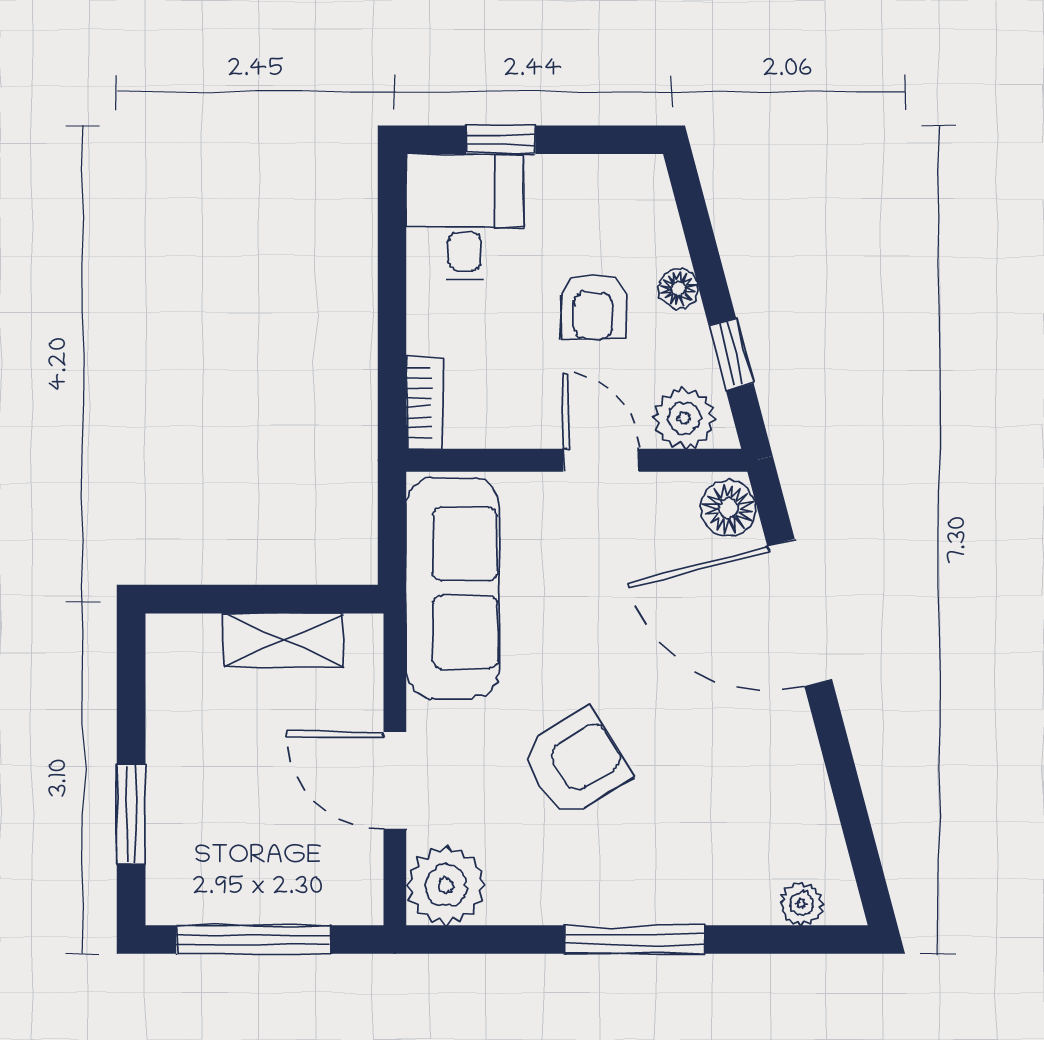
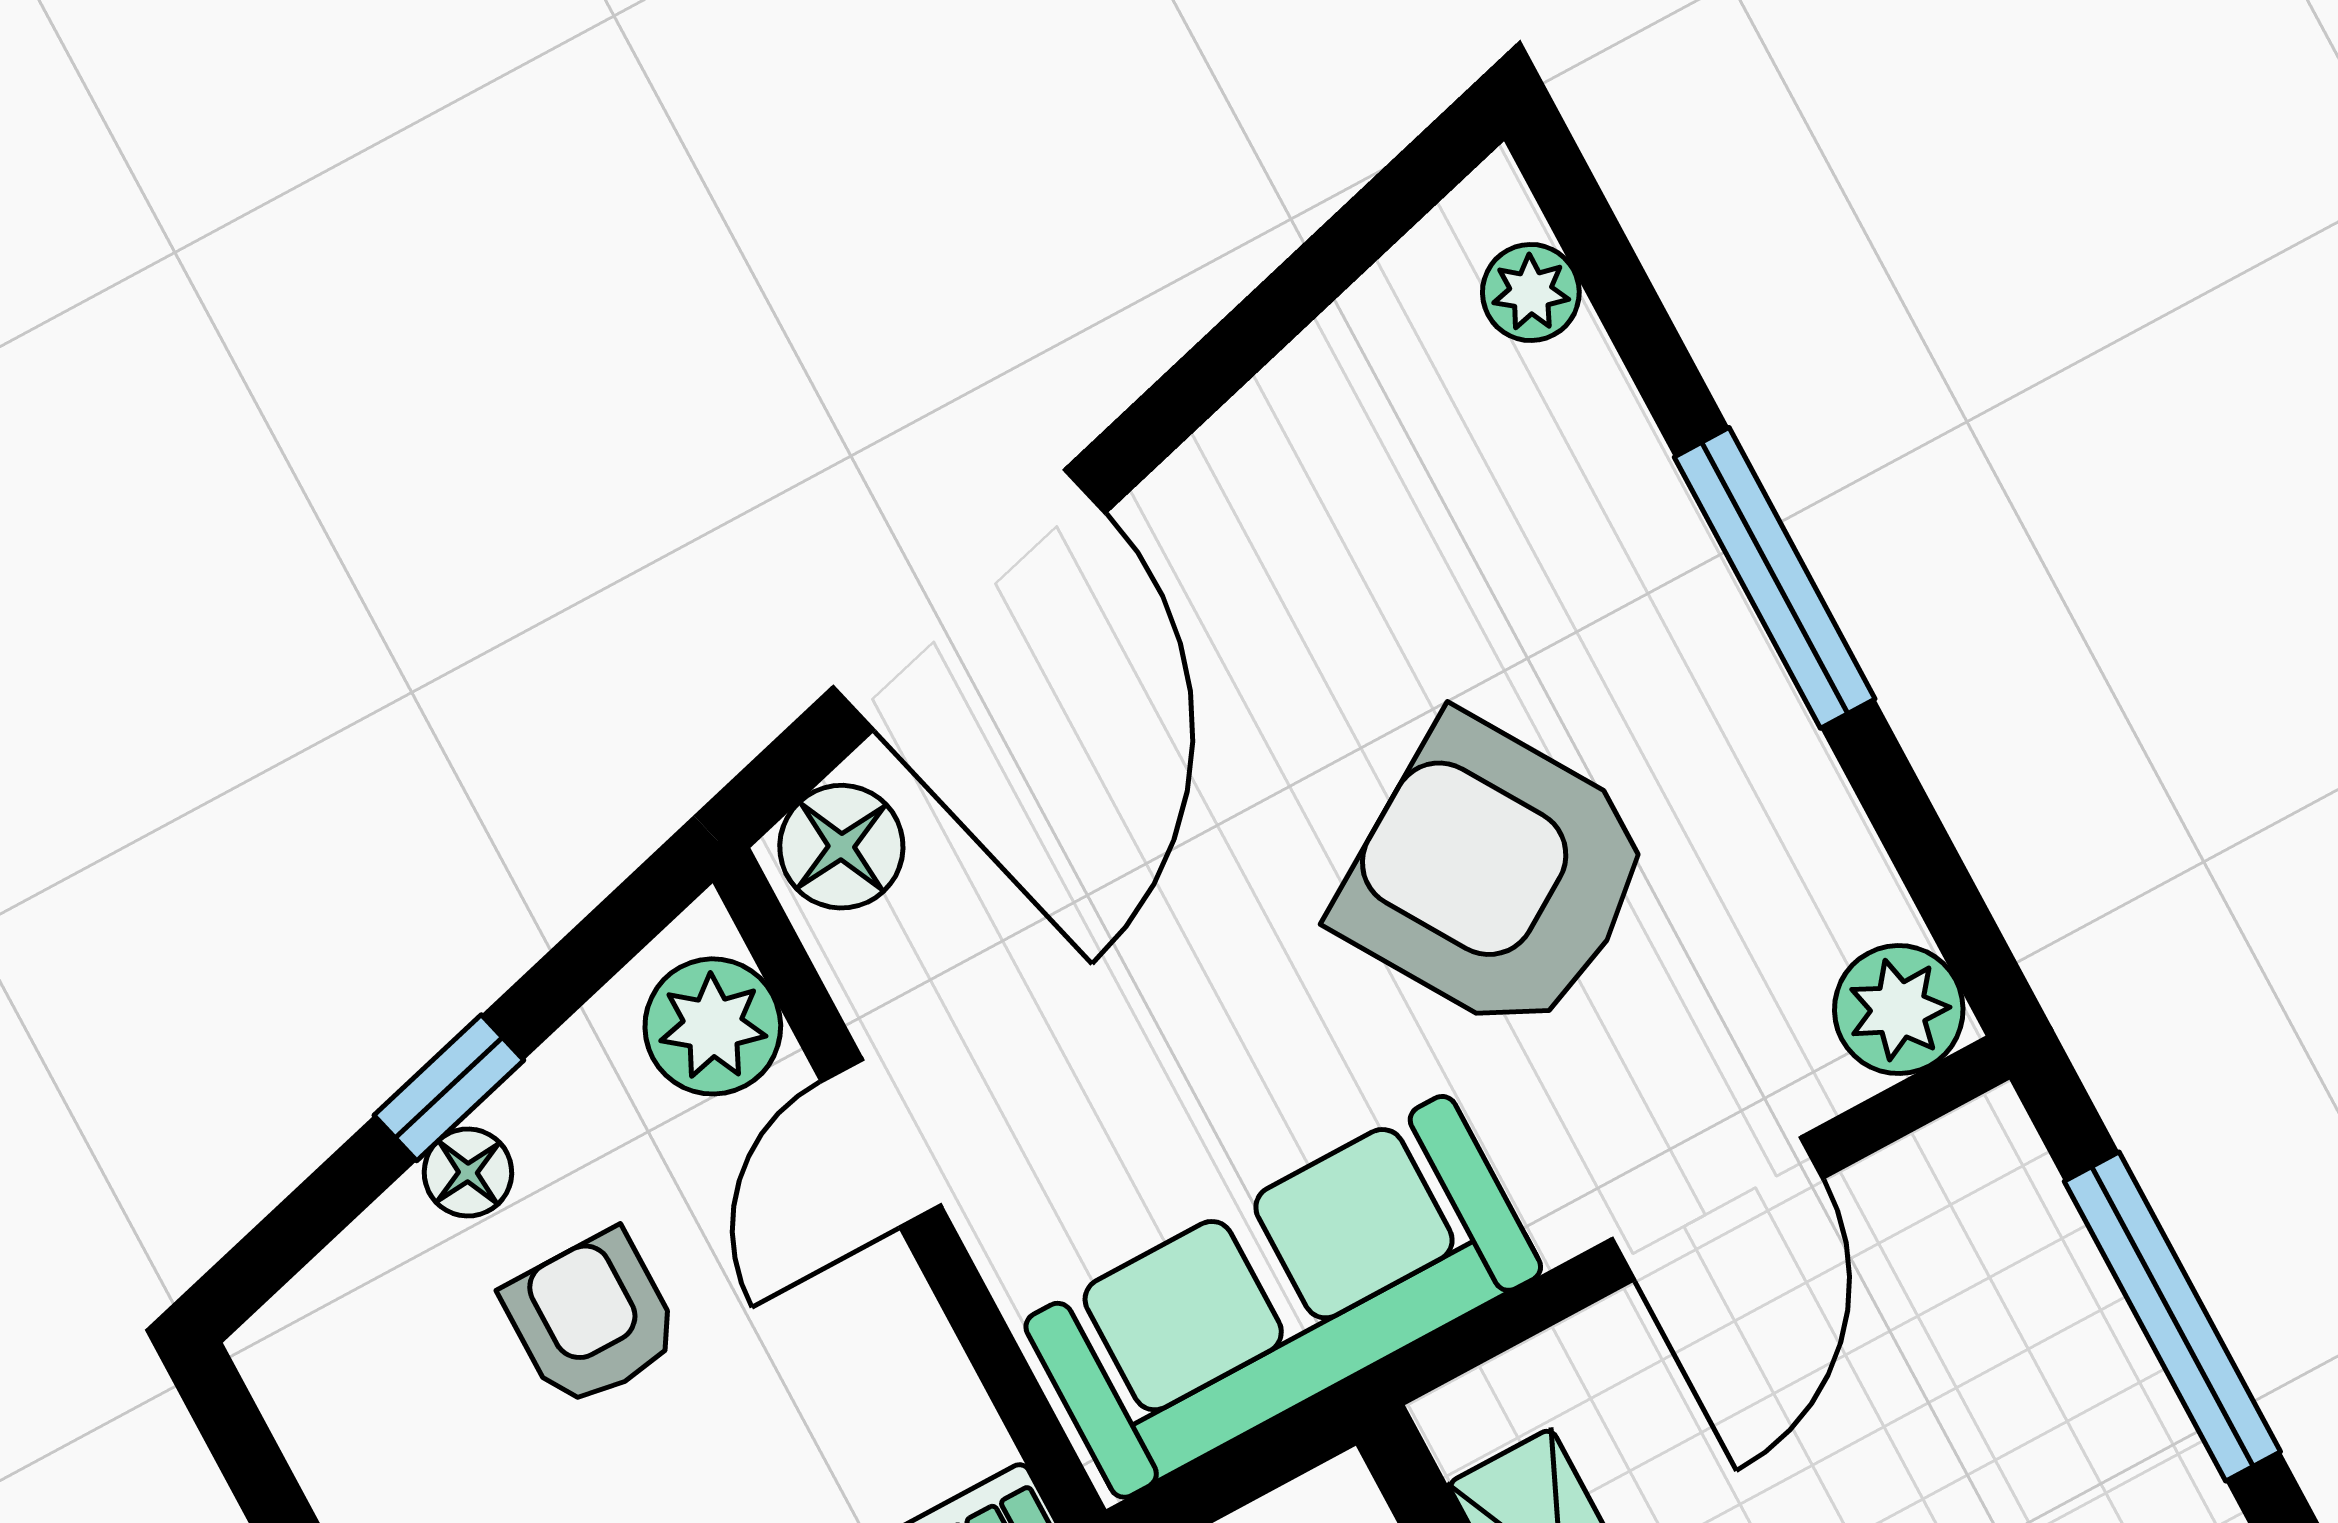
armchair: (593, 307) -> (592, 1319), turned -90
window: (731, 354) -> (449, 1088), moved
armchair: (575, 763) -> (1495, 877), width x1.36, depth x1.36
plant: (446, 886) -> (1899, 1010), width x0.73, depth x0.73

